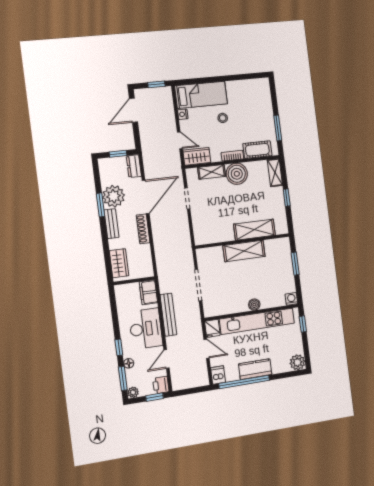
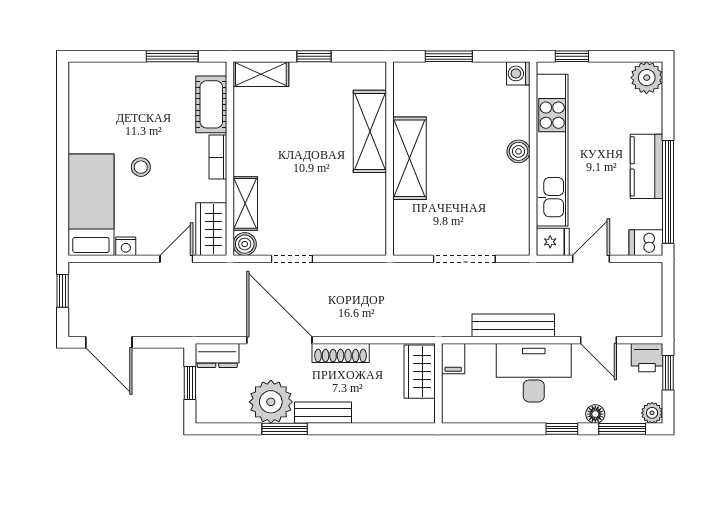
boiler: (237, 174) -> (245, 244), moved, width x0.54, depth x0.54
wardrobe: (119, 263) -> (420, 372), moved, turned -90
filing cabinet: (148, 292) -> (453, 359), width x0.50

